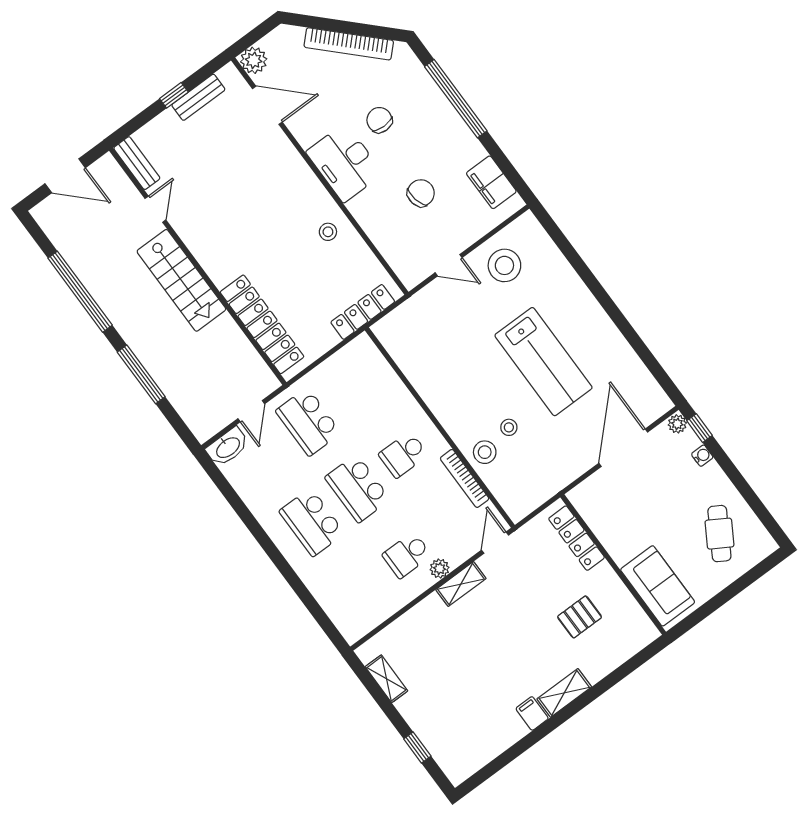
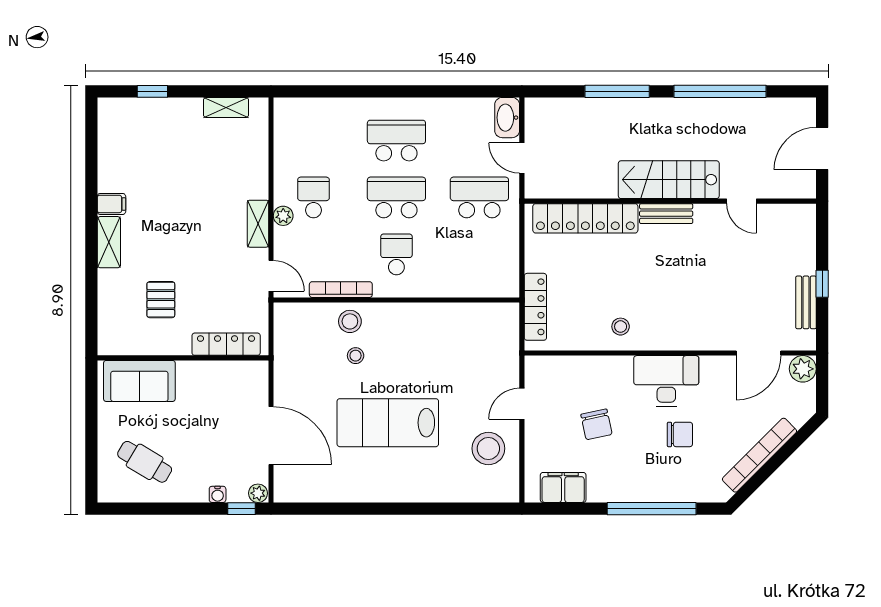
bench: (137, 163) -> (666, 214), moved

